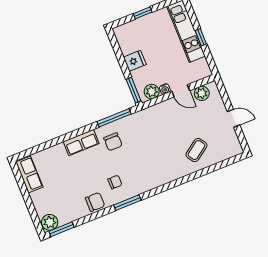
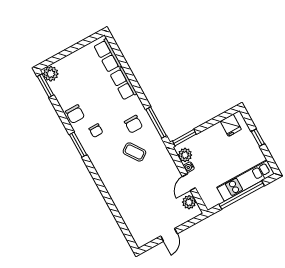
window: (201, 37) -> (242, 195), width x3.17
fridge: (135, 61) -> (231, 125), moved
chair: (113, 142) -> (133, 124), turned -90
row of seats: (81, 143) -> (123, 84), moved
coffee table: (196, 150) -> (134, 152), moved
row of seats: (29, 174) -> (108, 56), moved, turned 90

